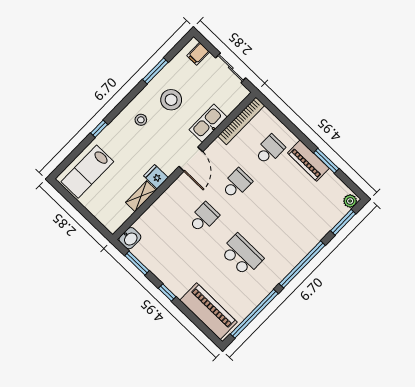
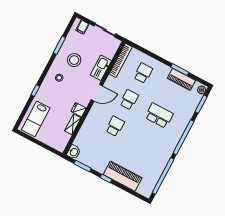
door: (191, 159) -> (97, 93), hinge flipped
piano: (308, 161) -> (181, 79), moved
school desk: (242, 255) -> (159, 116), moved
piano: (208, 311) -> (123, 176), moved

